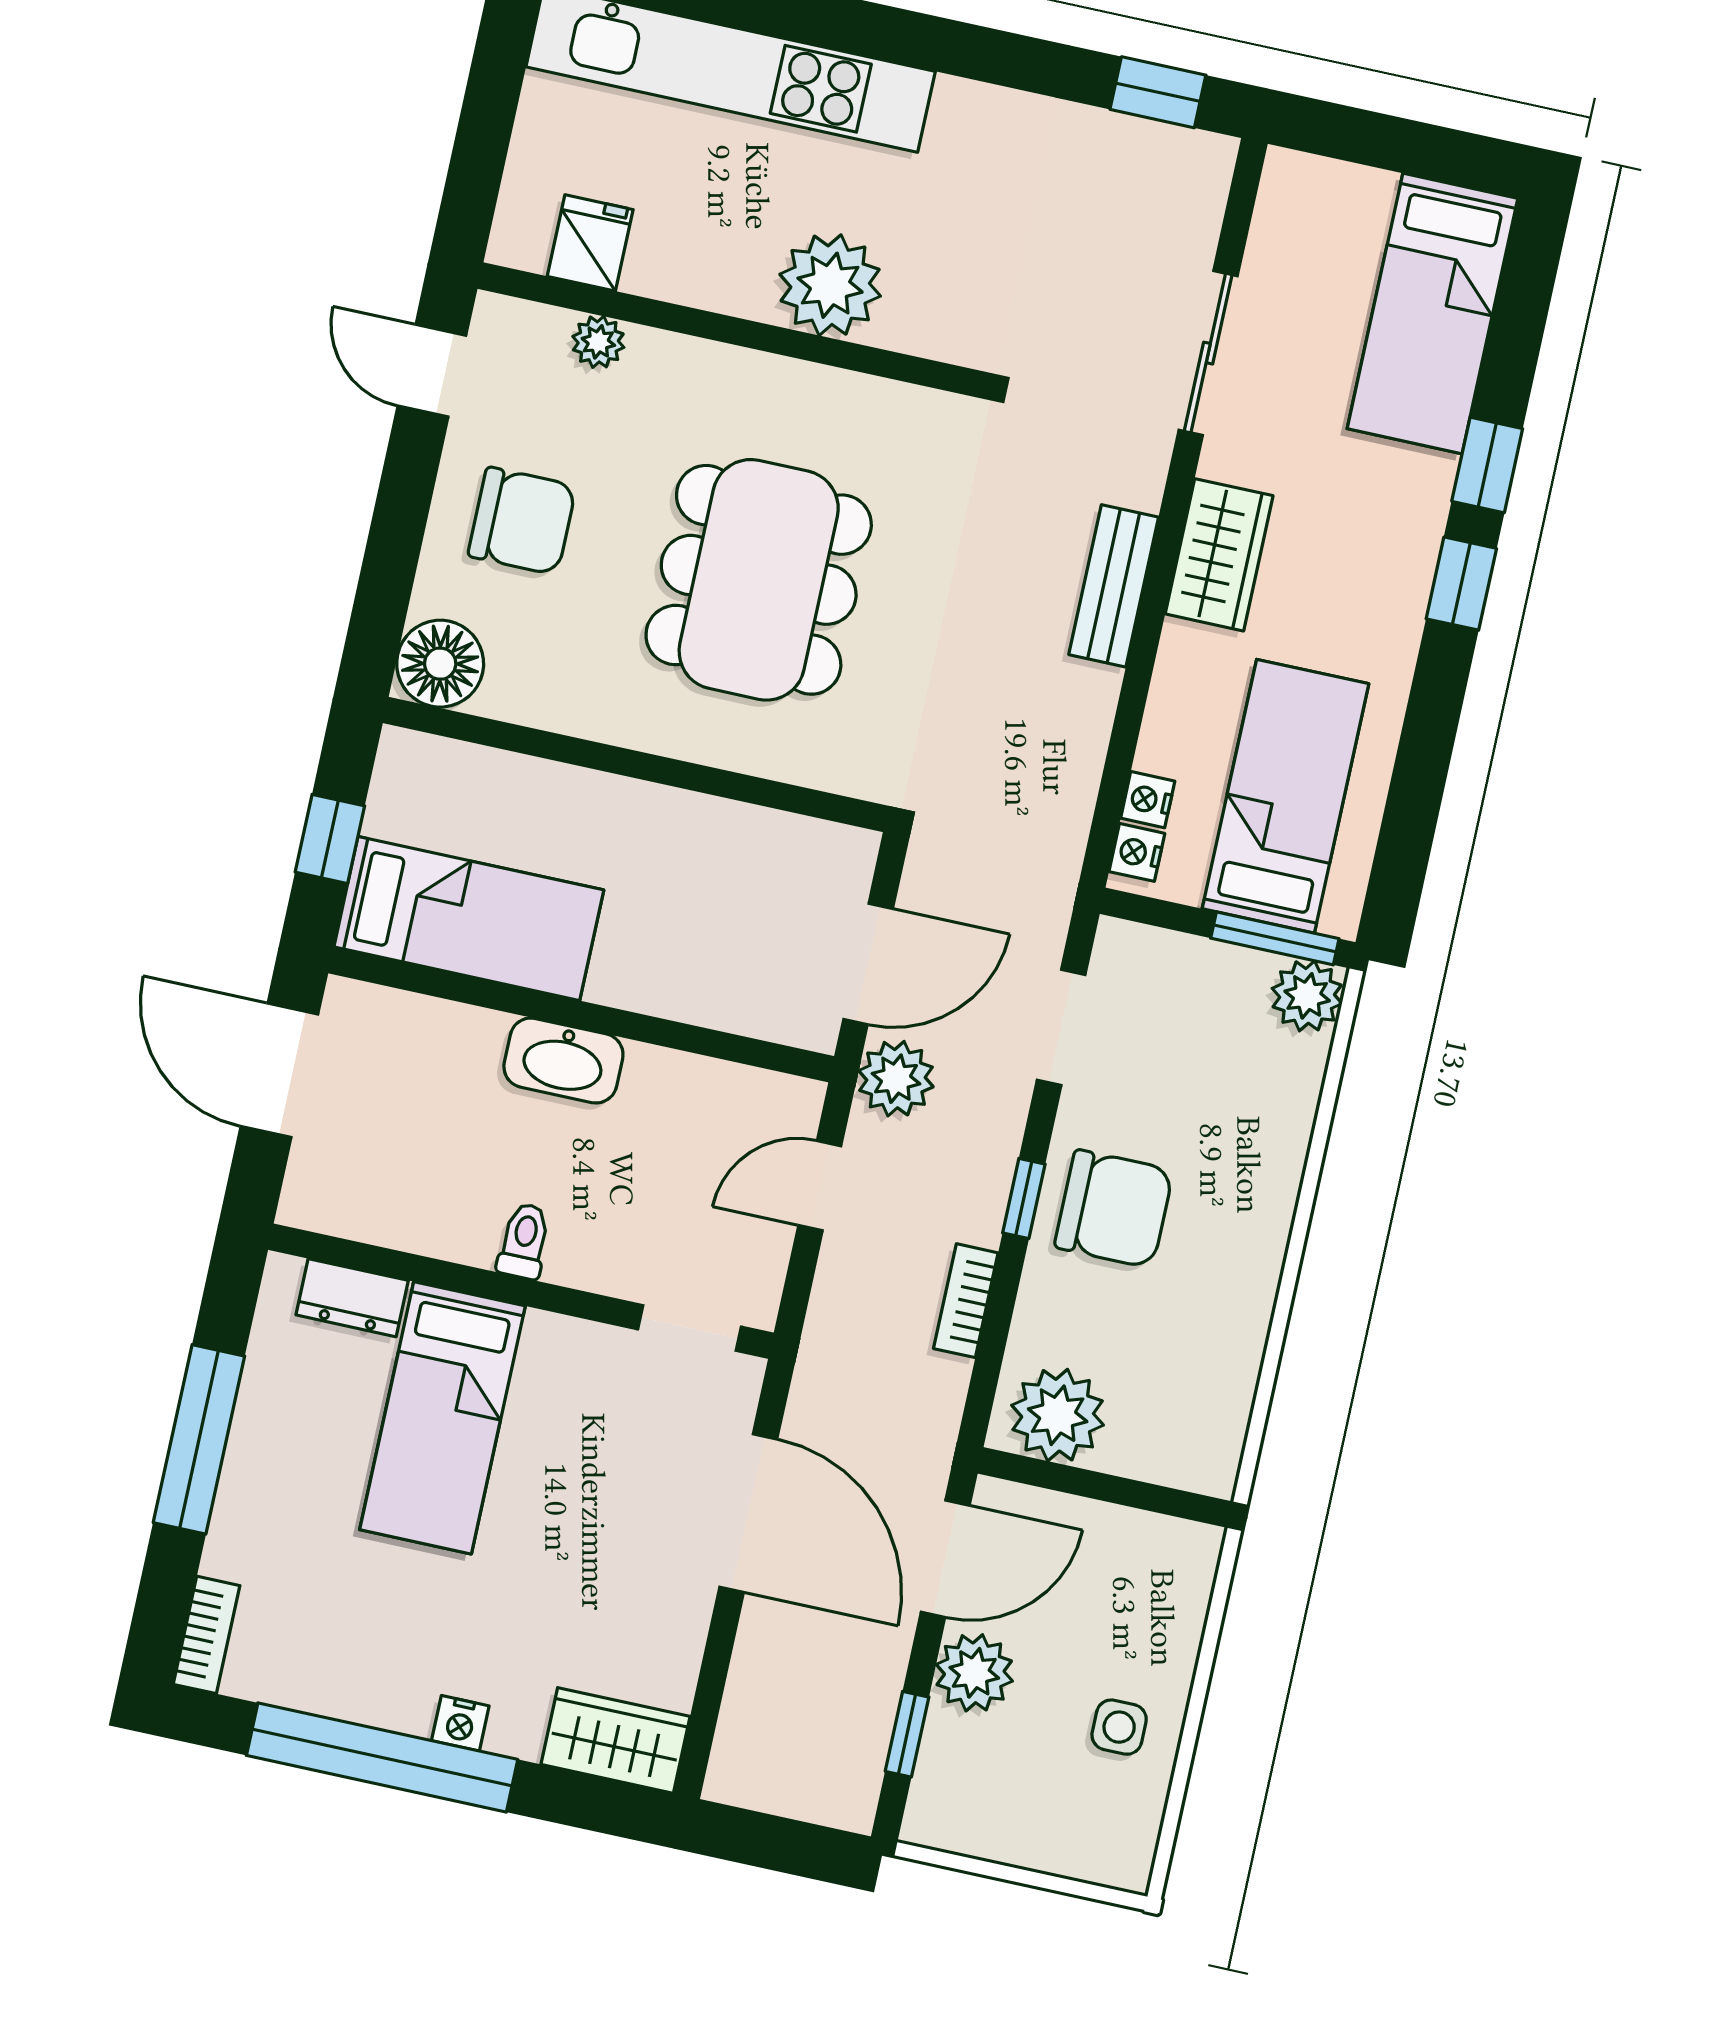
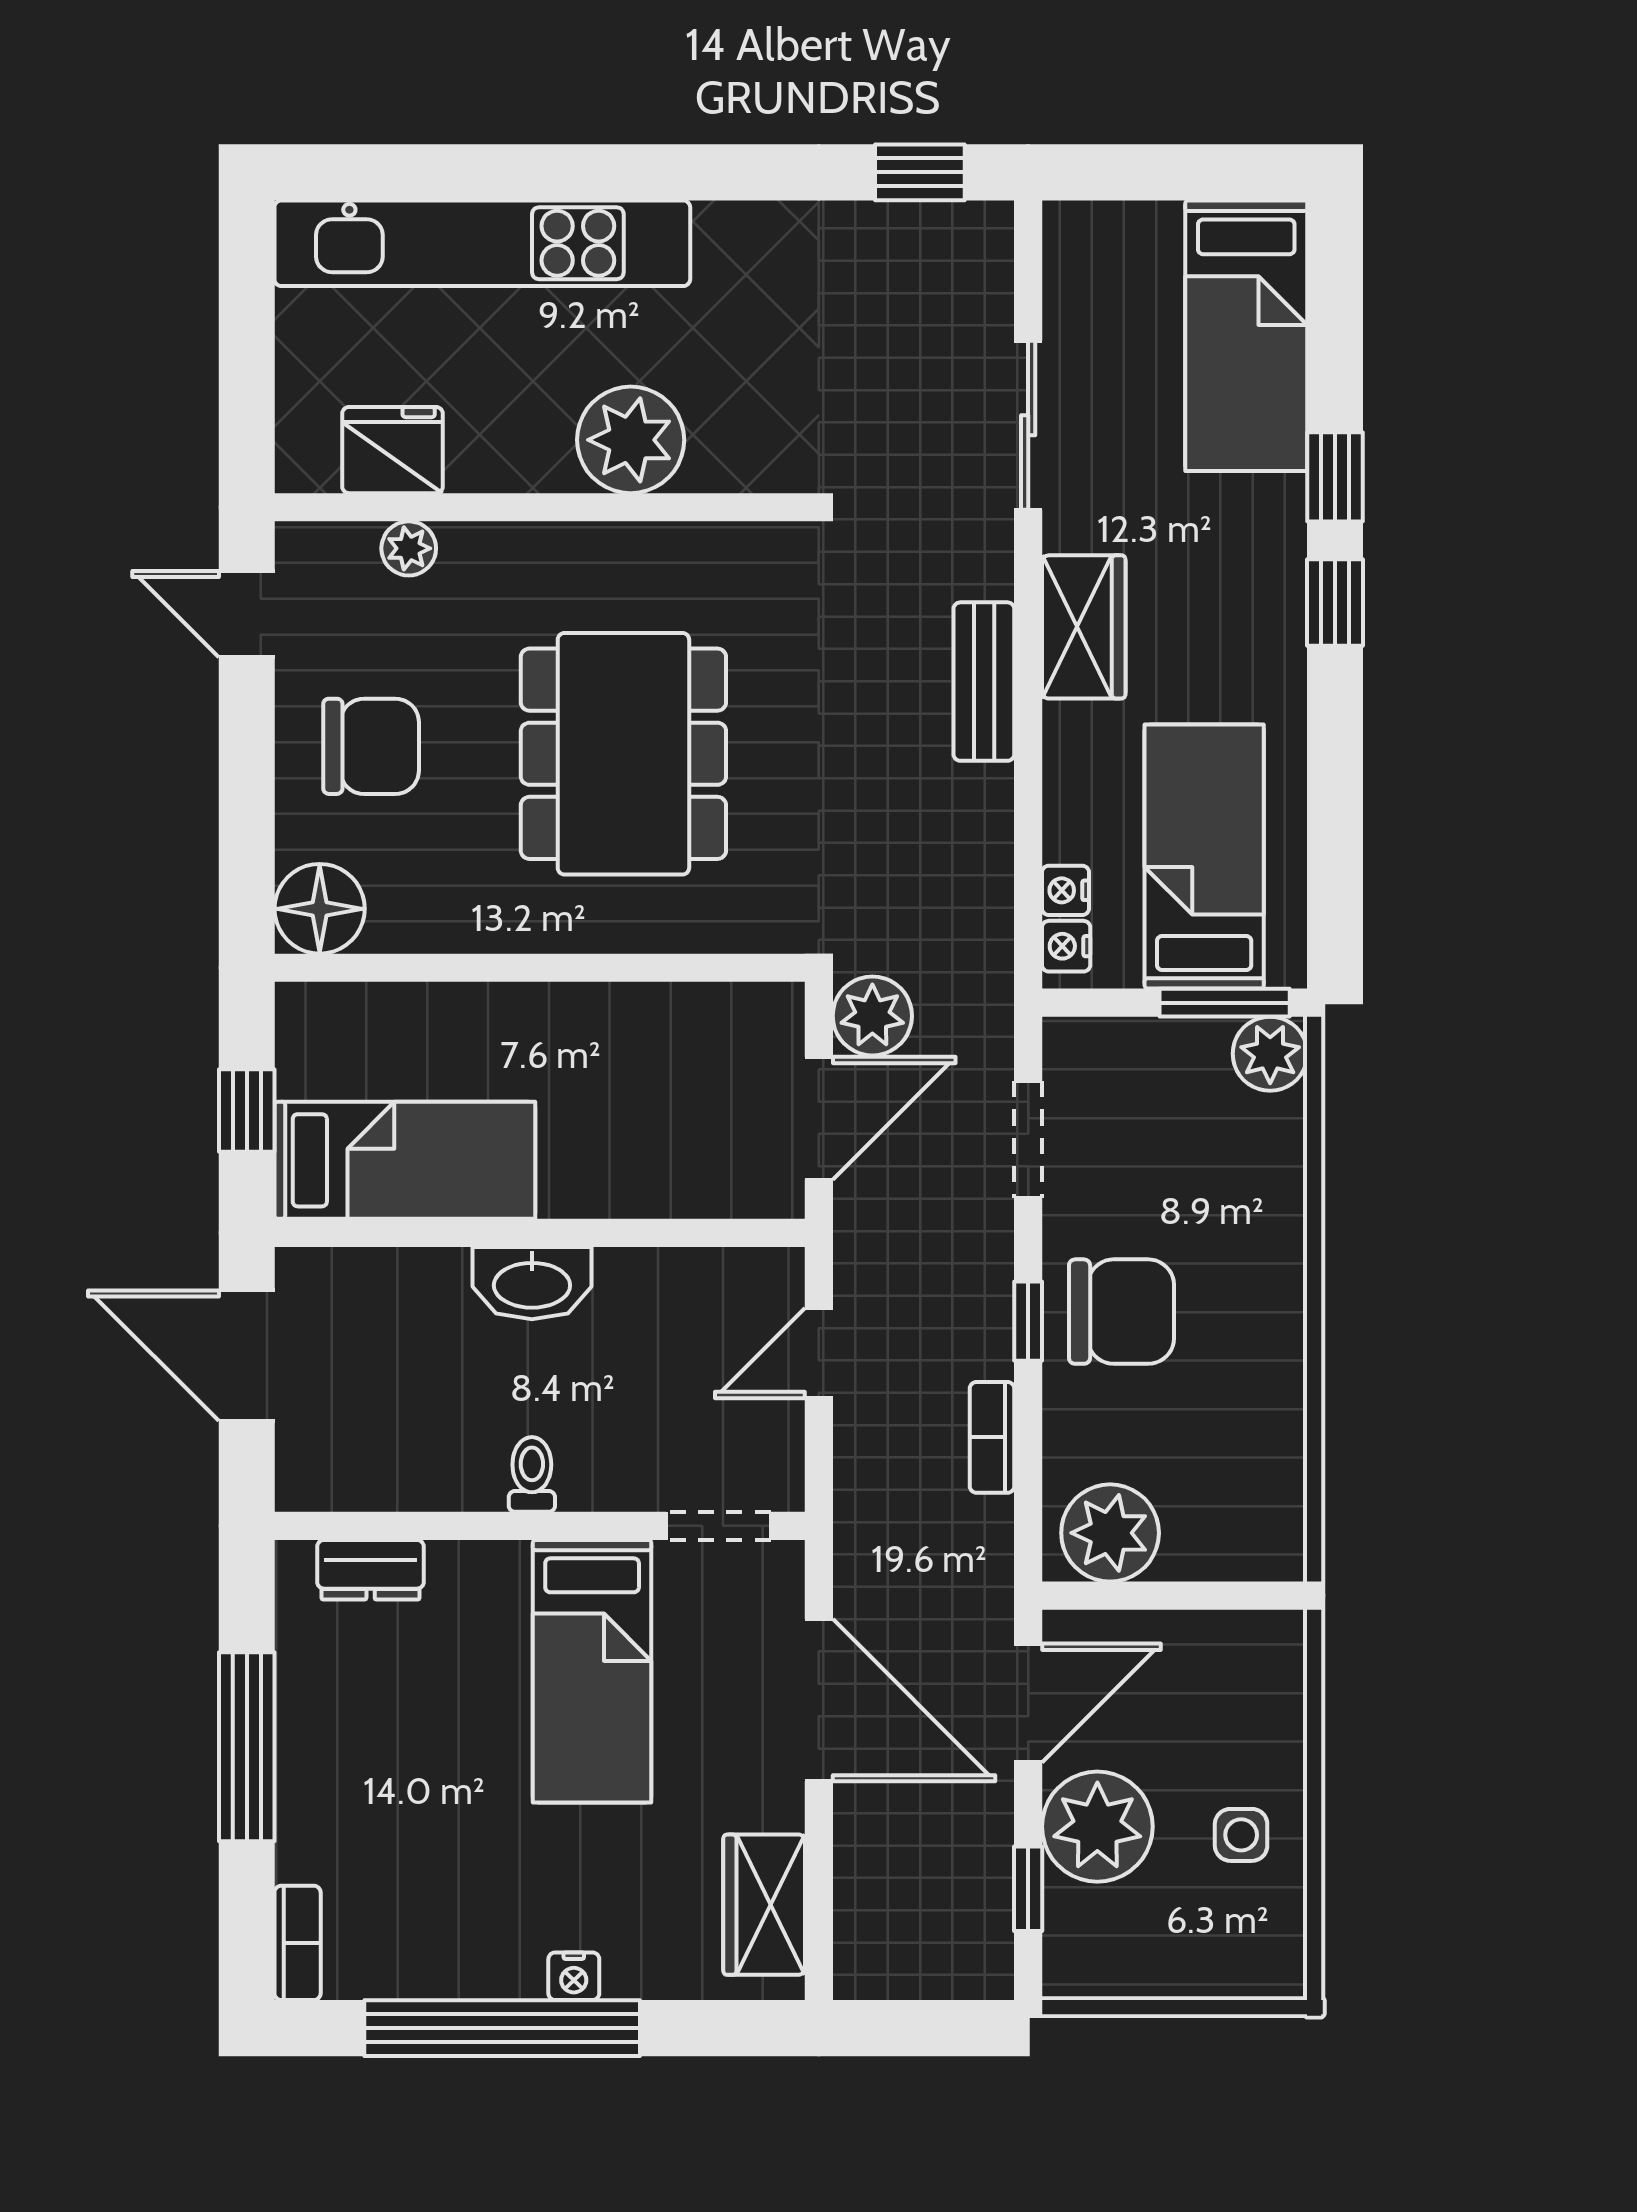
fridge: (590, 243) -> (393, 450), width x1.38
plant: (896, 1079) -> (872, 1016), moved
bed: (442, 1418) -> (592, 1671), moved
plant: (974, 1673) -> (1097, 1827), width x1.36, depth x1.36
wardrobe: (616, 1740) -> (764, 1905), moved, turned -90

